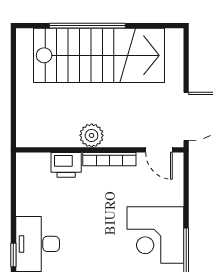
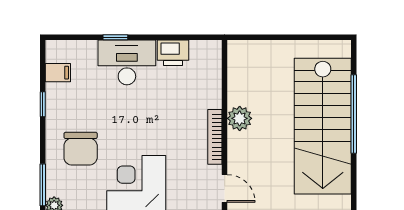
door: (159, 150) -> (225, 188), swing flipped
printer: (66, 165) -> (173, 53), moved, turned -90

